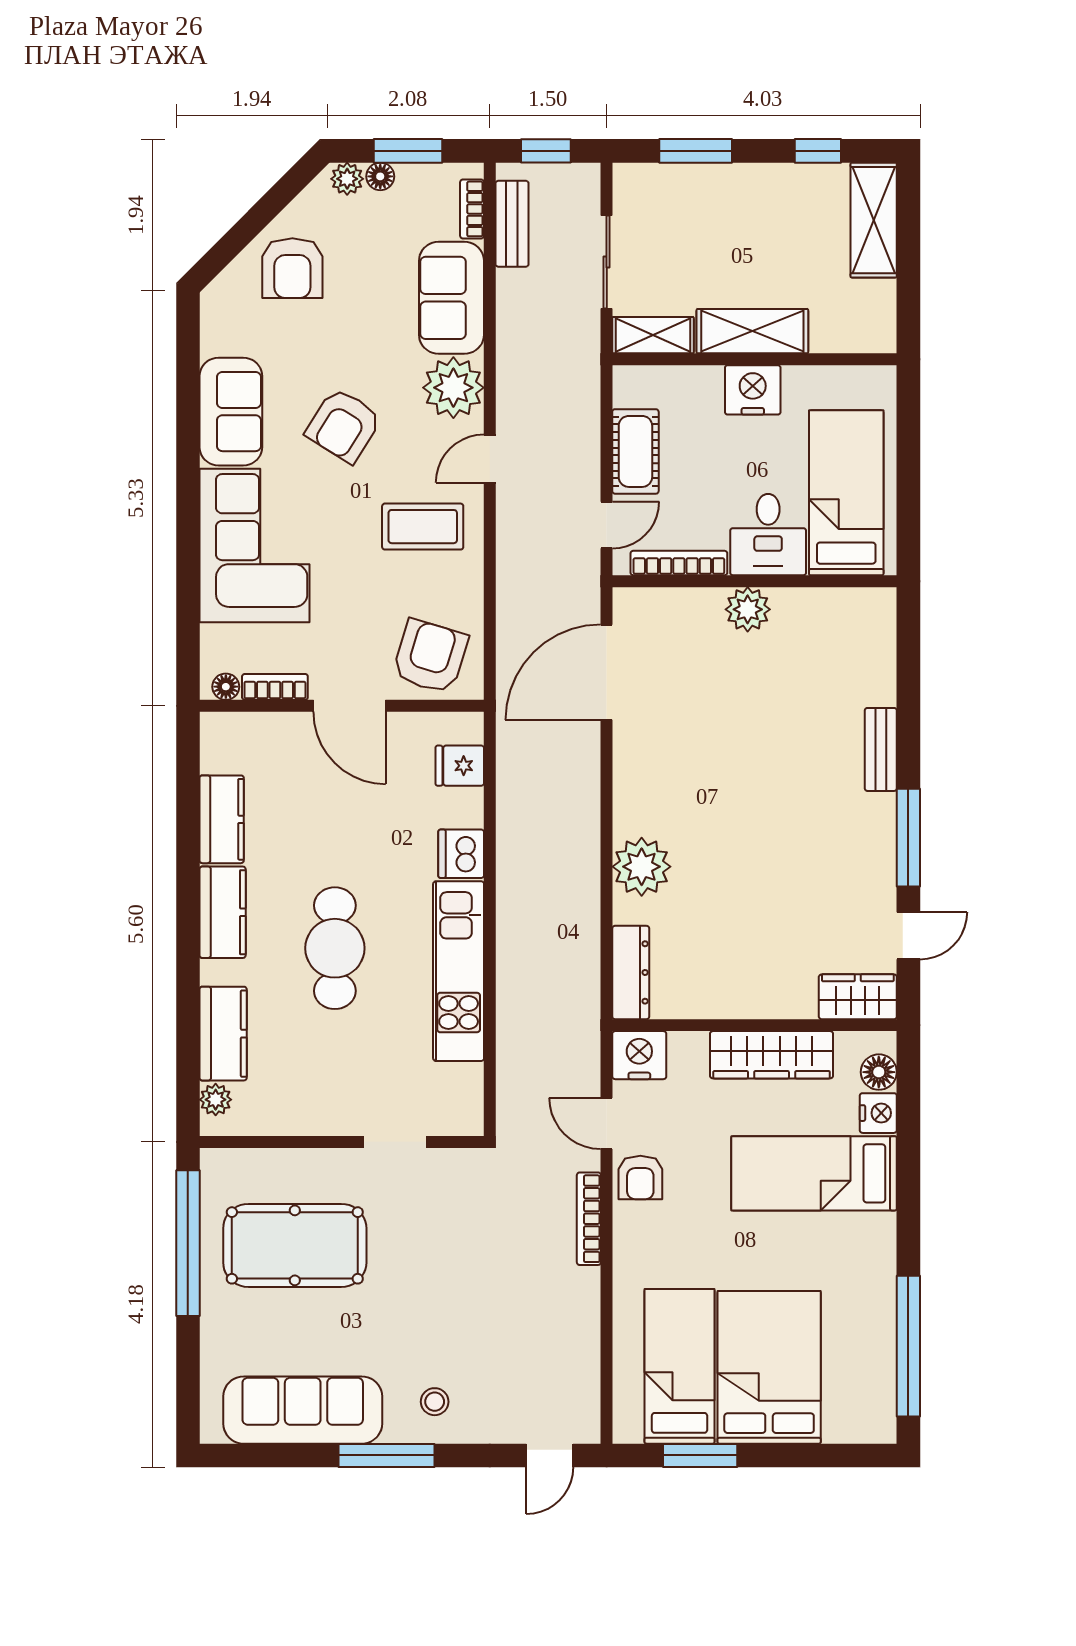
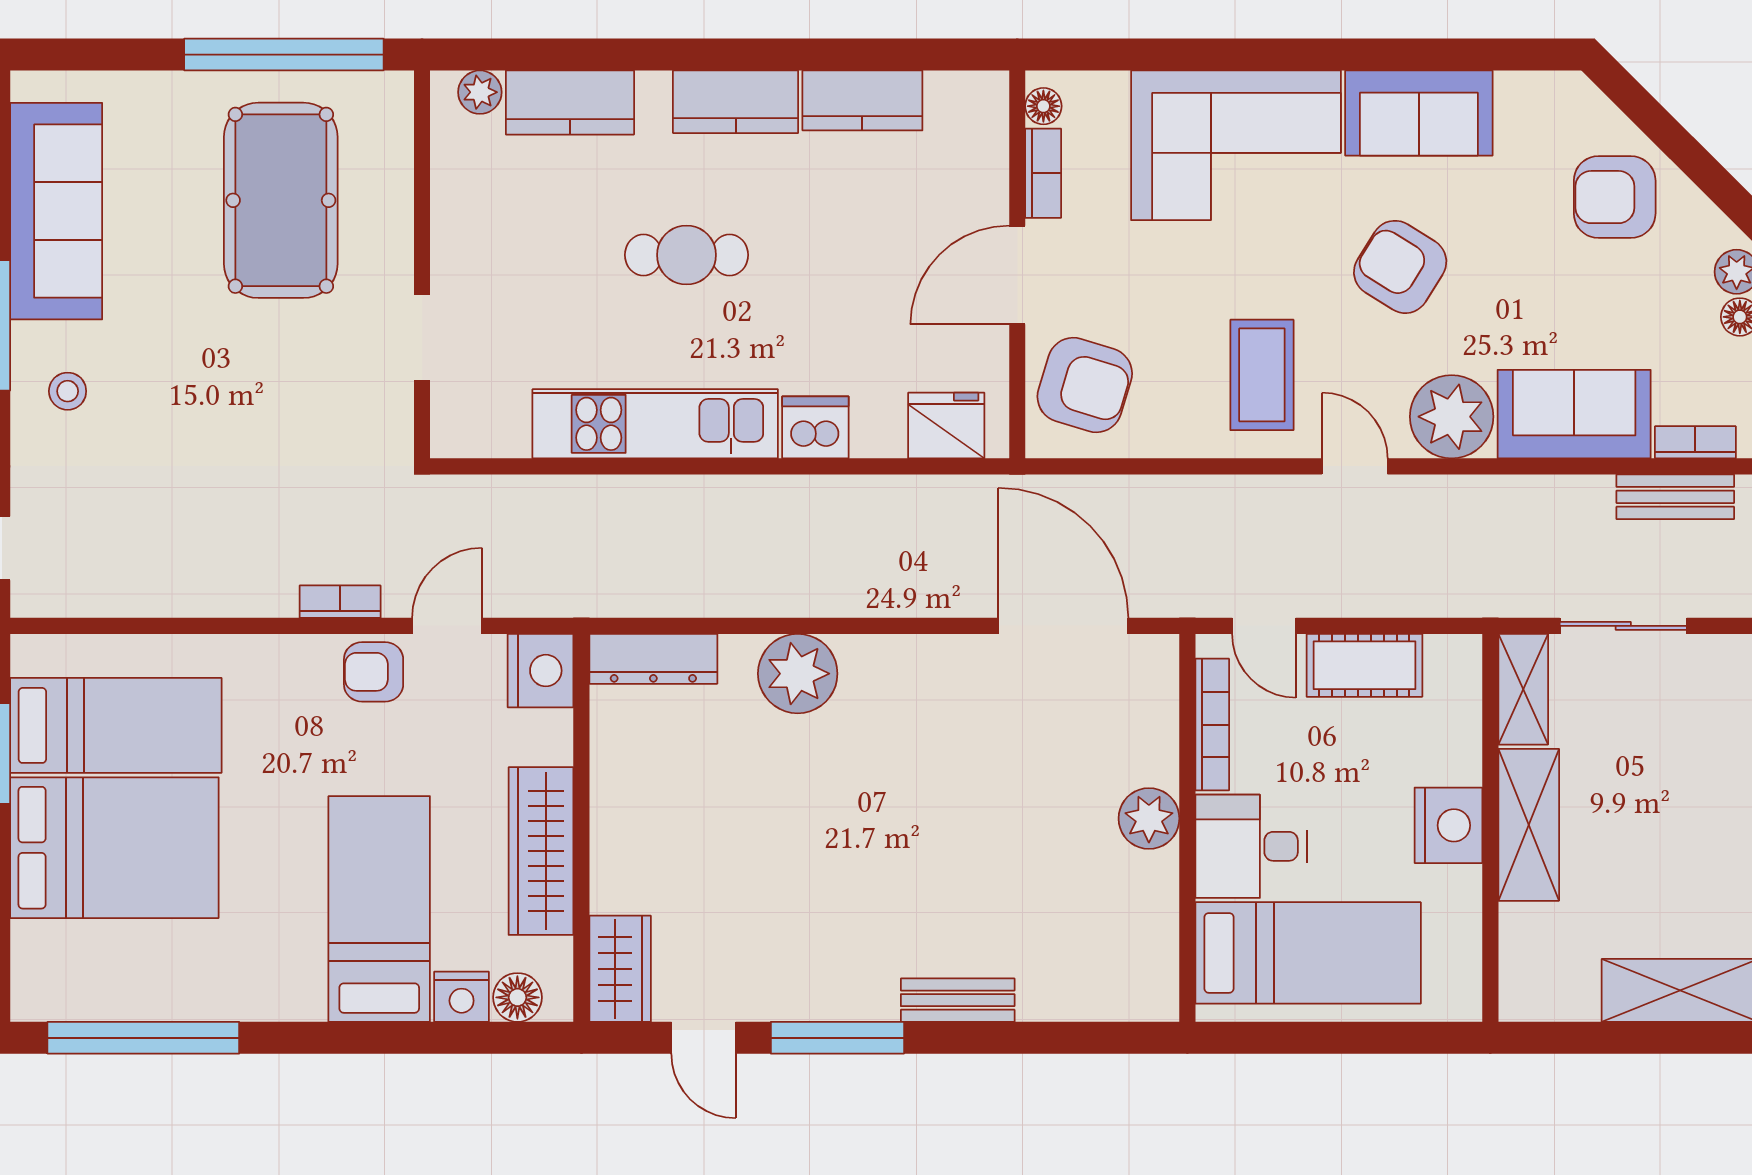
fridge: (460, 766) -> (946, 426), width x1.38
cafe table: (335, 948) -> (686, 255), width x0.73, depth x0.74
bookcase: (589, 1219) -> (340, 602), width x0.64

